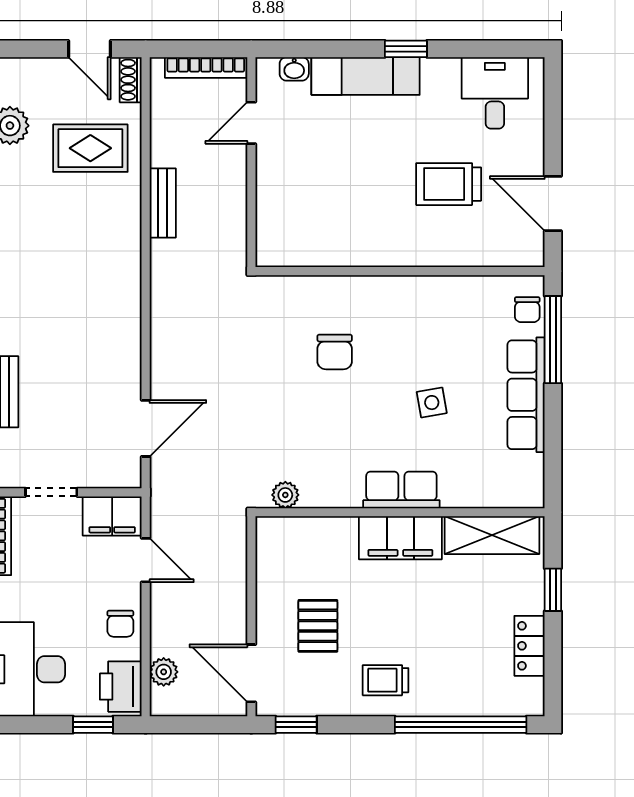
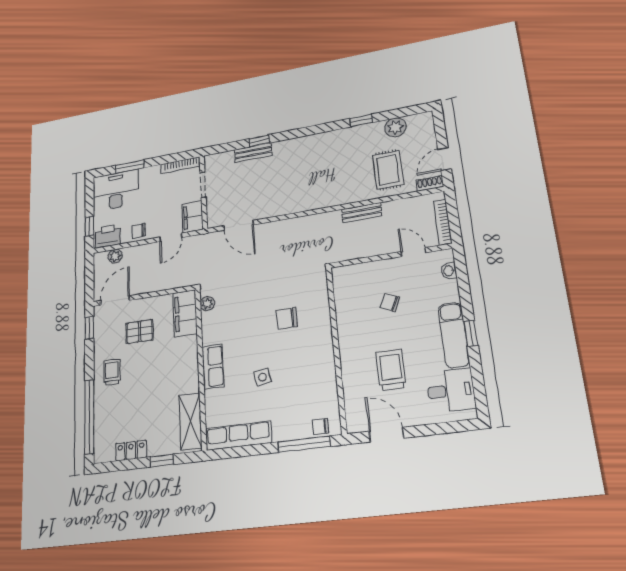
exam couch: (366, 76) -> (454, 335), moved
chair: (334, 173) -> (390, 302), added
door: (553, 203) -> (386, 435), hinge flipped
row of seats: (526, 395) -> (238, 436), moved
filing cabinet: (400, 538) -> (185, 313), moved

